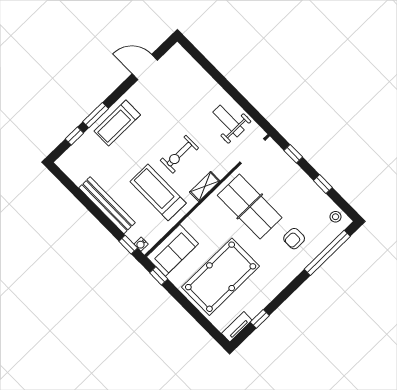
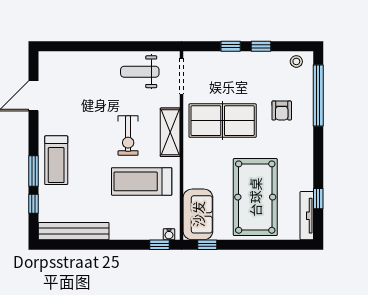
window: (293, 154) -> (231, 46), moved
shelving: (205, 186) -> (170, 132), width x1.50, depth x1.33
bench: (107, 205) -> (74, 231), moved
tv unit: (237, 327) -> (307, 216), width x1.41

